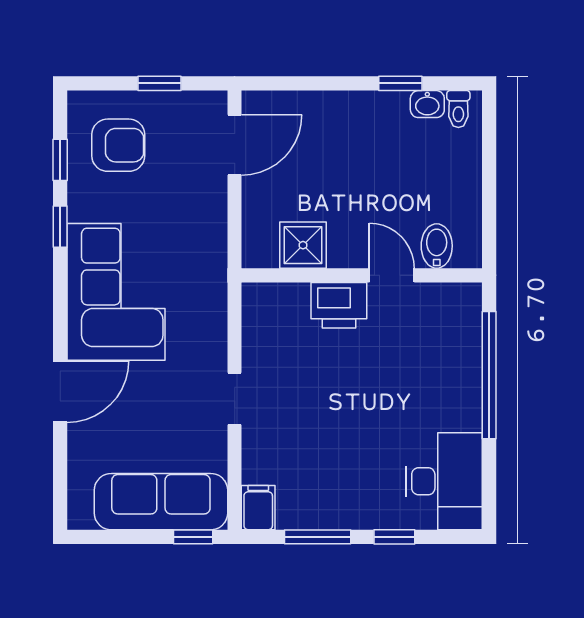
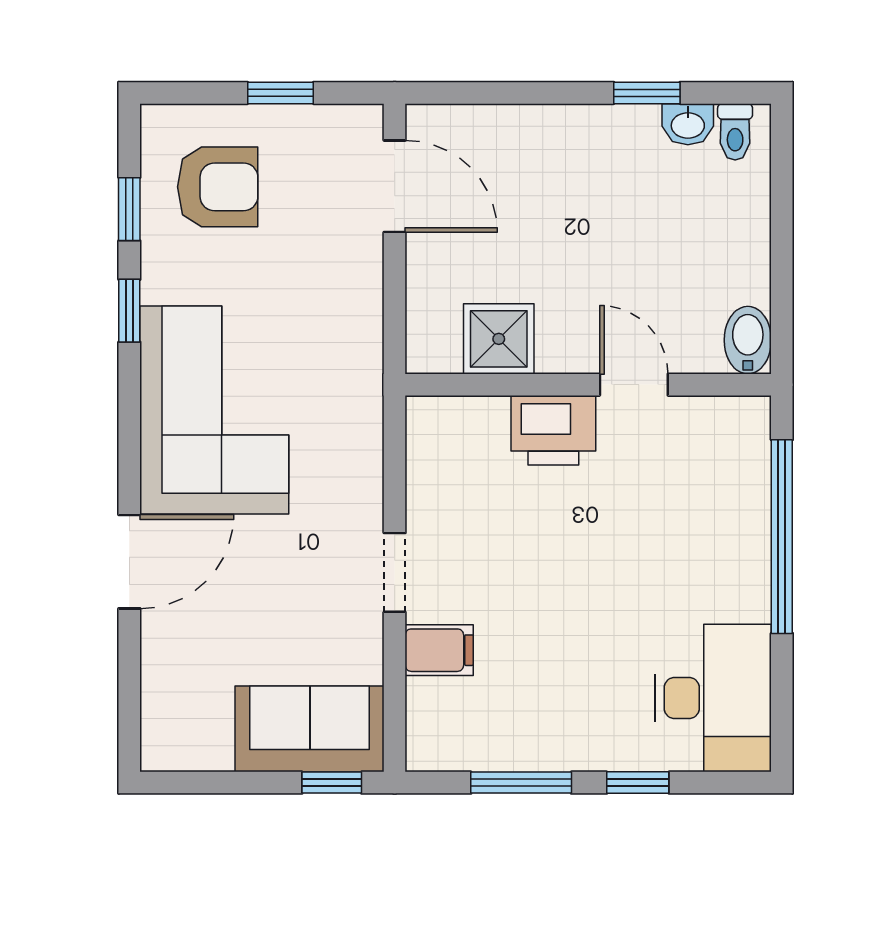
door: (235, 145) -> (395, 186), hinge flipped
bidet: (437, 246) -> (748, 340), moved
sofa: (161, 502) -> (310, 729), width x0.73
filing cabinet: (258, 508) -> (439, 650), moved, turned 90

